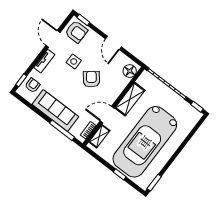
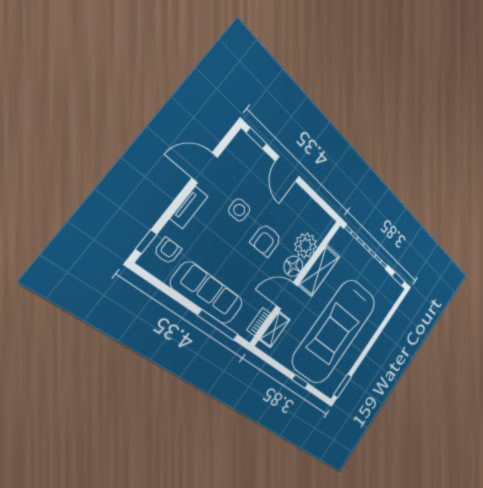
armchair: (76, 32) -> (245, 158), removed
door: (53, 39) -> (205, 168), hinge flipped
door: (113, 43) -> (287, 169), moved
floor lamp: (130, 71) -> (293, 266), moved
armchair: (91, 79) -> (266, 240), turned -142
plant: (119, 82) -> (306, 245), added

